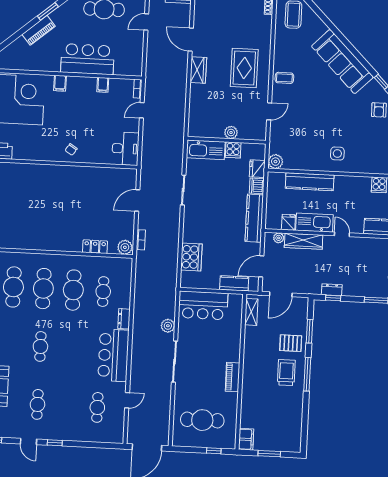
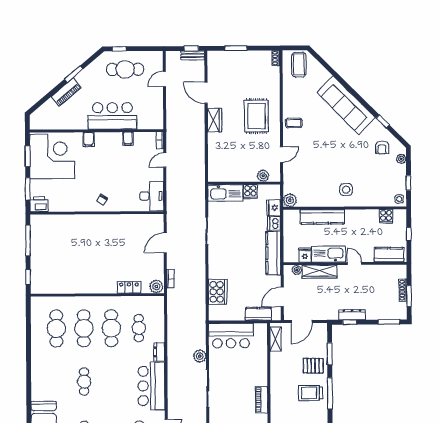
plant: (231, 132) -> (263, 176), moved
dresser: (332, 290) -> (352, 315), width x1.44
trolley: (286, 373) -> (311, 393), turned -90

